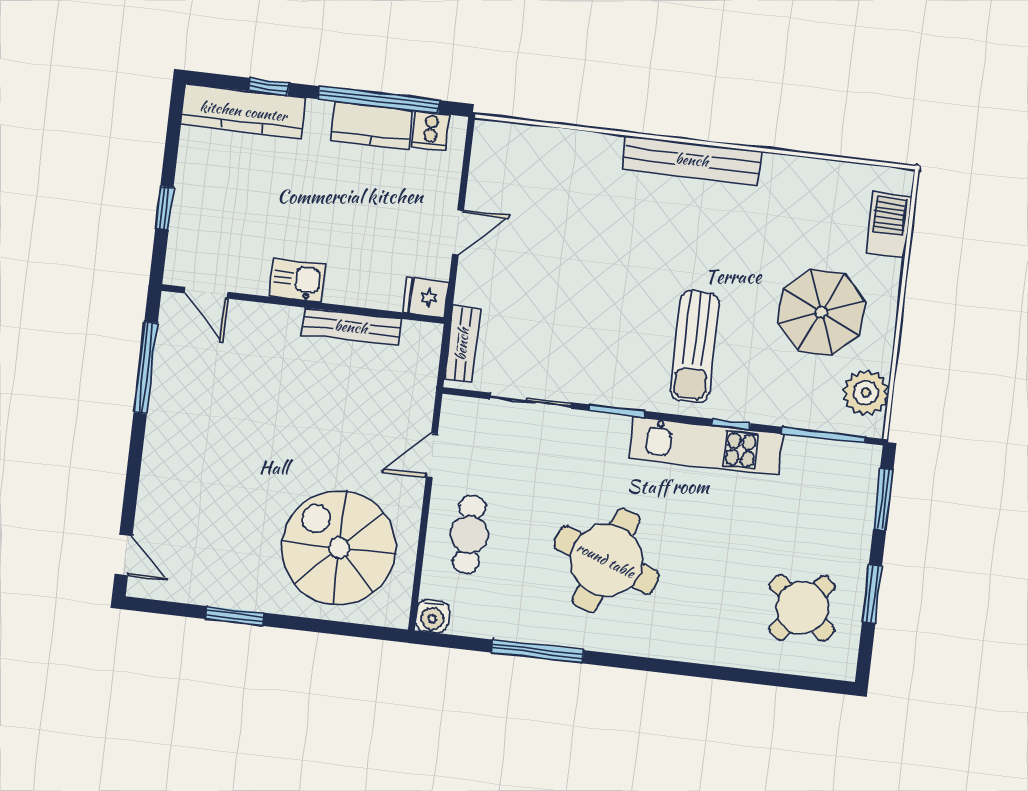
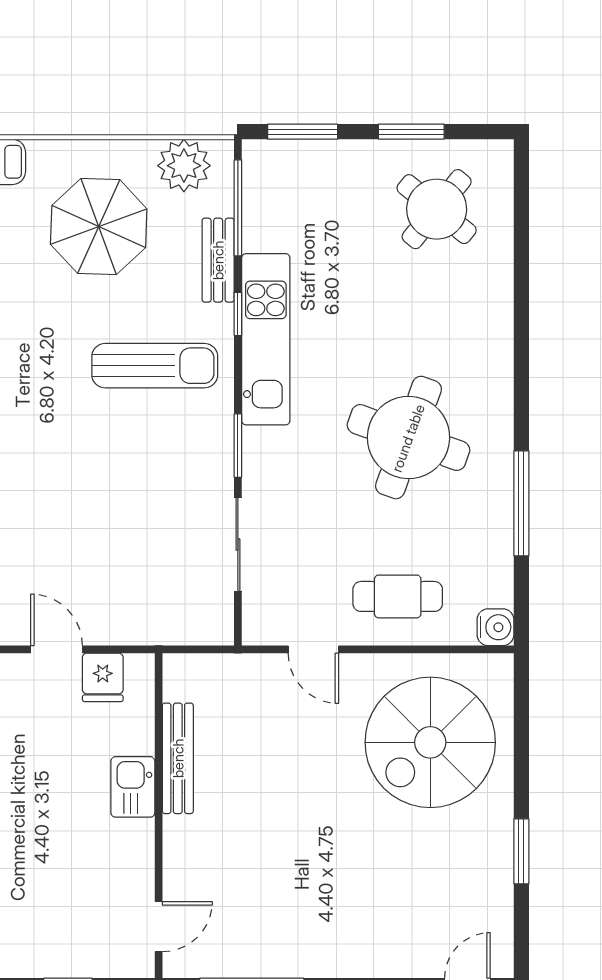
kitchen sink: (297, 281) -> (133, 787), moved
fridge: (426, 297) -> (103, 677), moved
bench: (462, 344) -> (218, 260), moved, turned 90

